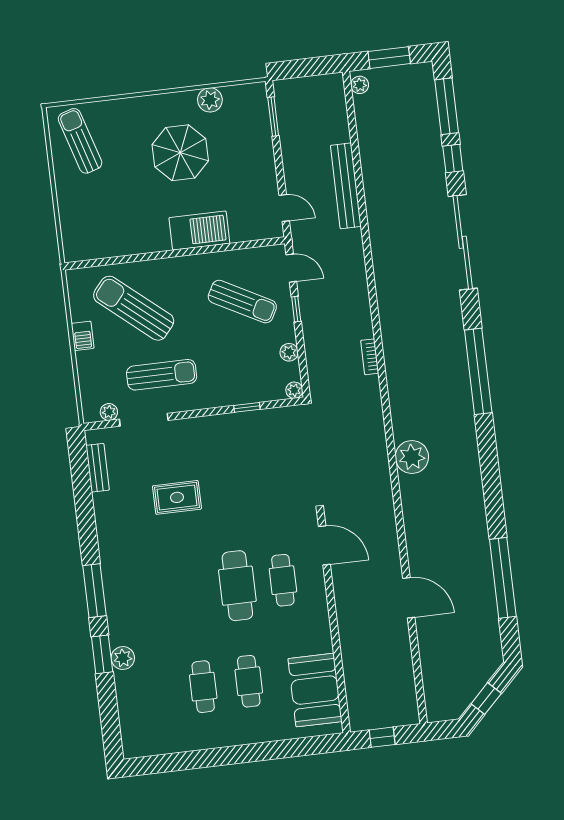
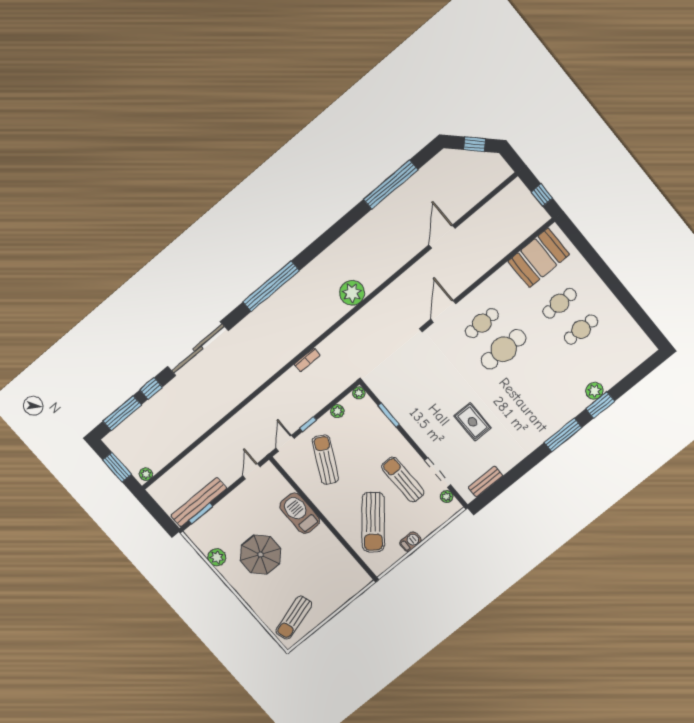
bench: (346, 186) -> (199, 502), moved
window: (247, 407) -> (389, 415), width x1.50

